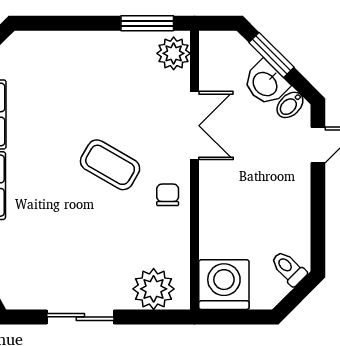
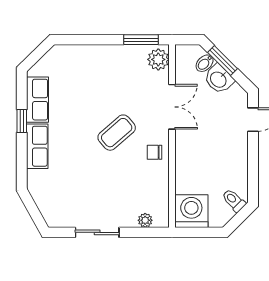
bidet: (290, 105) -> (205, 63), moved
coffee table: (110, 165) -> (117, 133), turned -71
chair: (168, 195) -> (154, 152), turned -90
plant: (154, 289) -> (145, 220), width x0.53, depth x0.53

